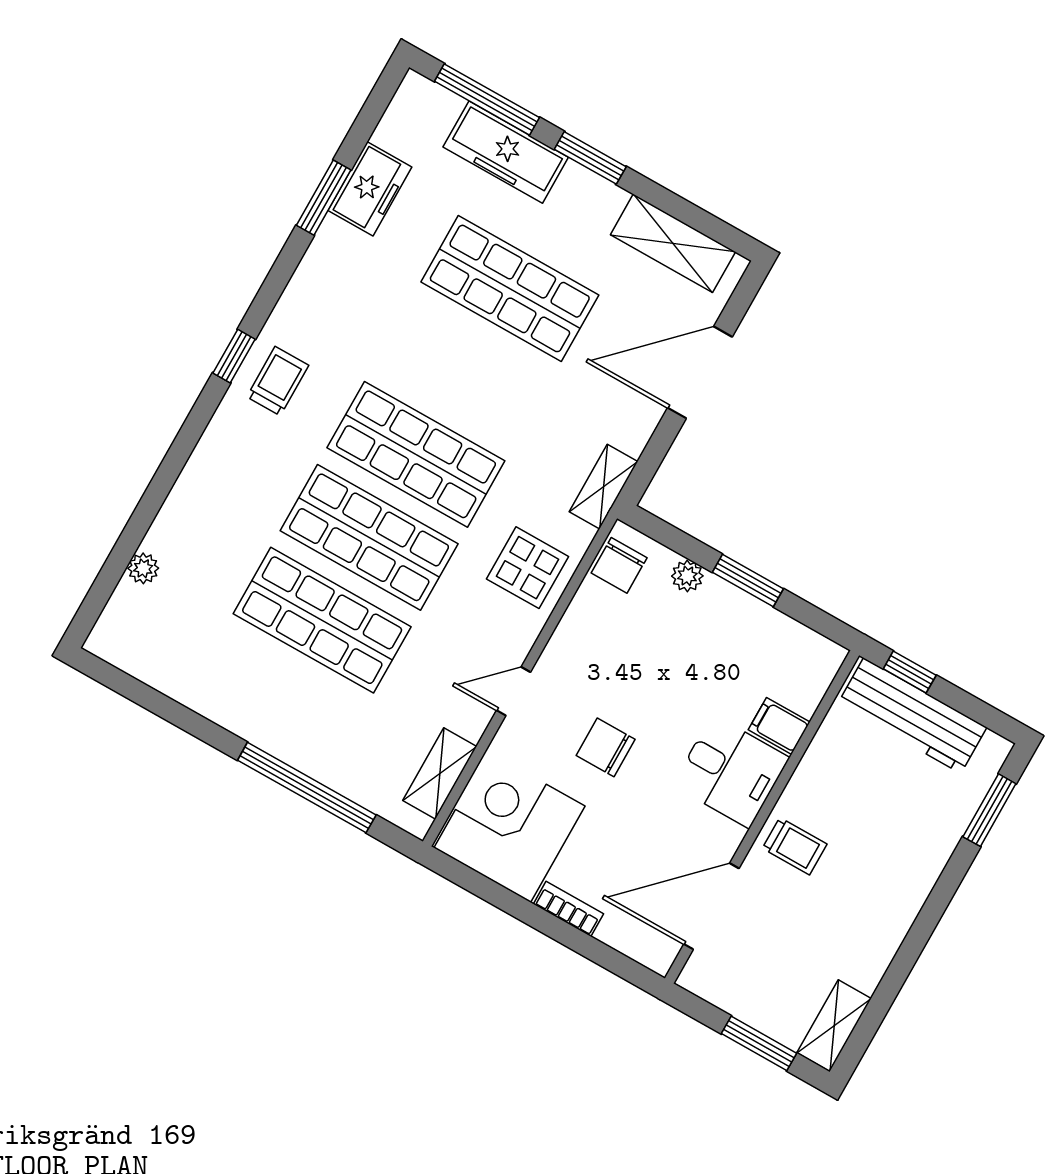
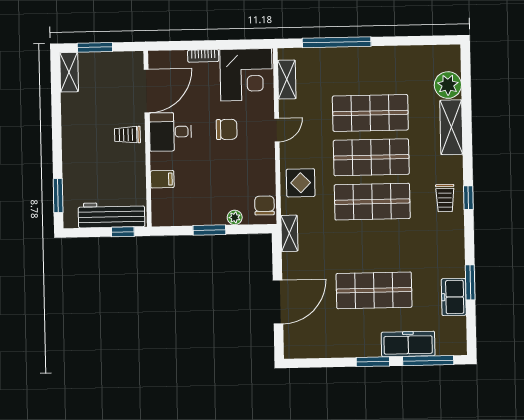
shelving: (673, 243) -> (451, 127), moved, turned 90
plant: (143, 568) -> (448, 85), width x1.88, depth x1.88
desk: (731, 771) -> (170, 132), moved

